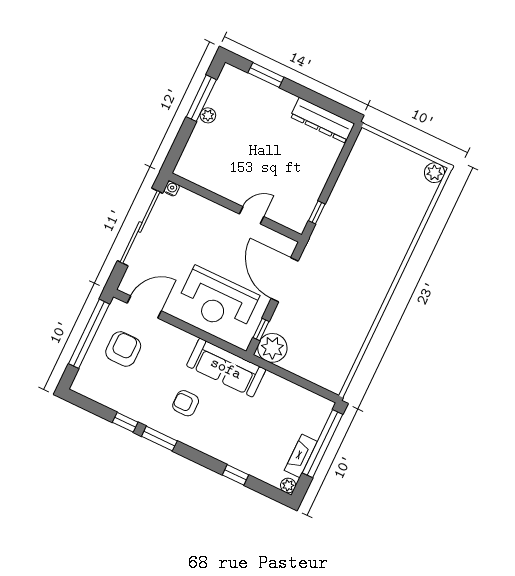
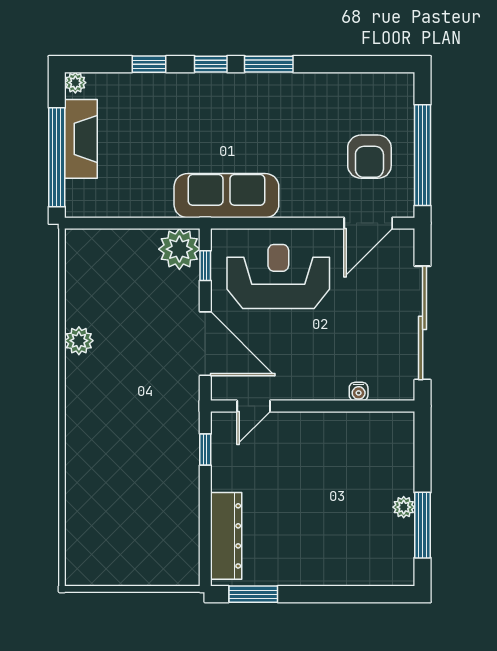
window: (266, 75) -> (253, 594), moved
dresser: (322, 120) -> (226, 536), moved, turned 90
plant: (434, 173) -> (79, 341), moved
water cooler: (172, 189) -> (359, 391), moved
door: (252, 215) -> (254, 406), moved
armchair: (186, 403) -> (257, 125), removed
window: (125, 422) -> (211, 64), moved
fireplace: (301, 456) -> (81, 139), width x1.37, depth x1.32

